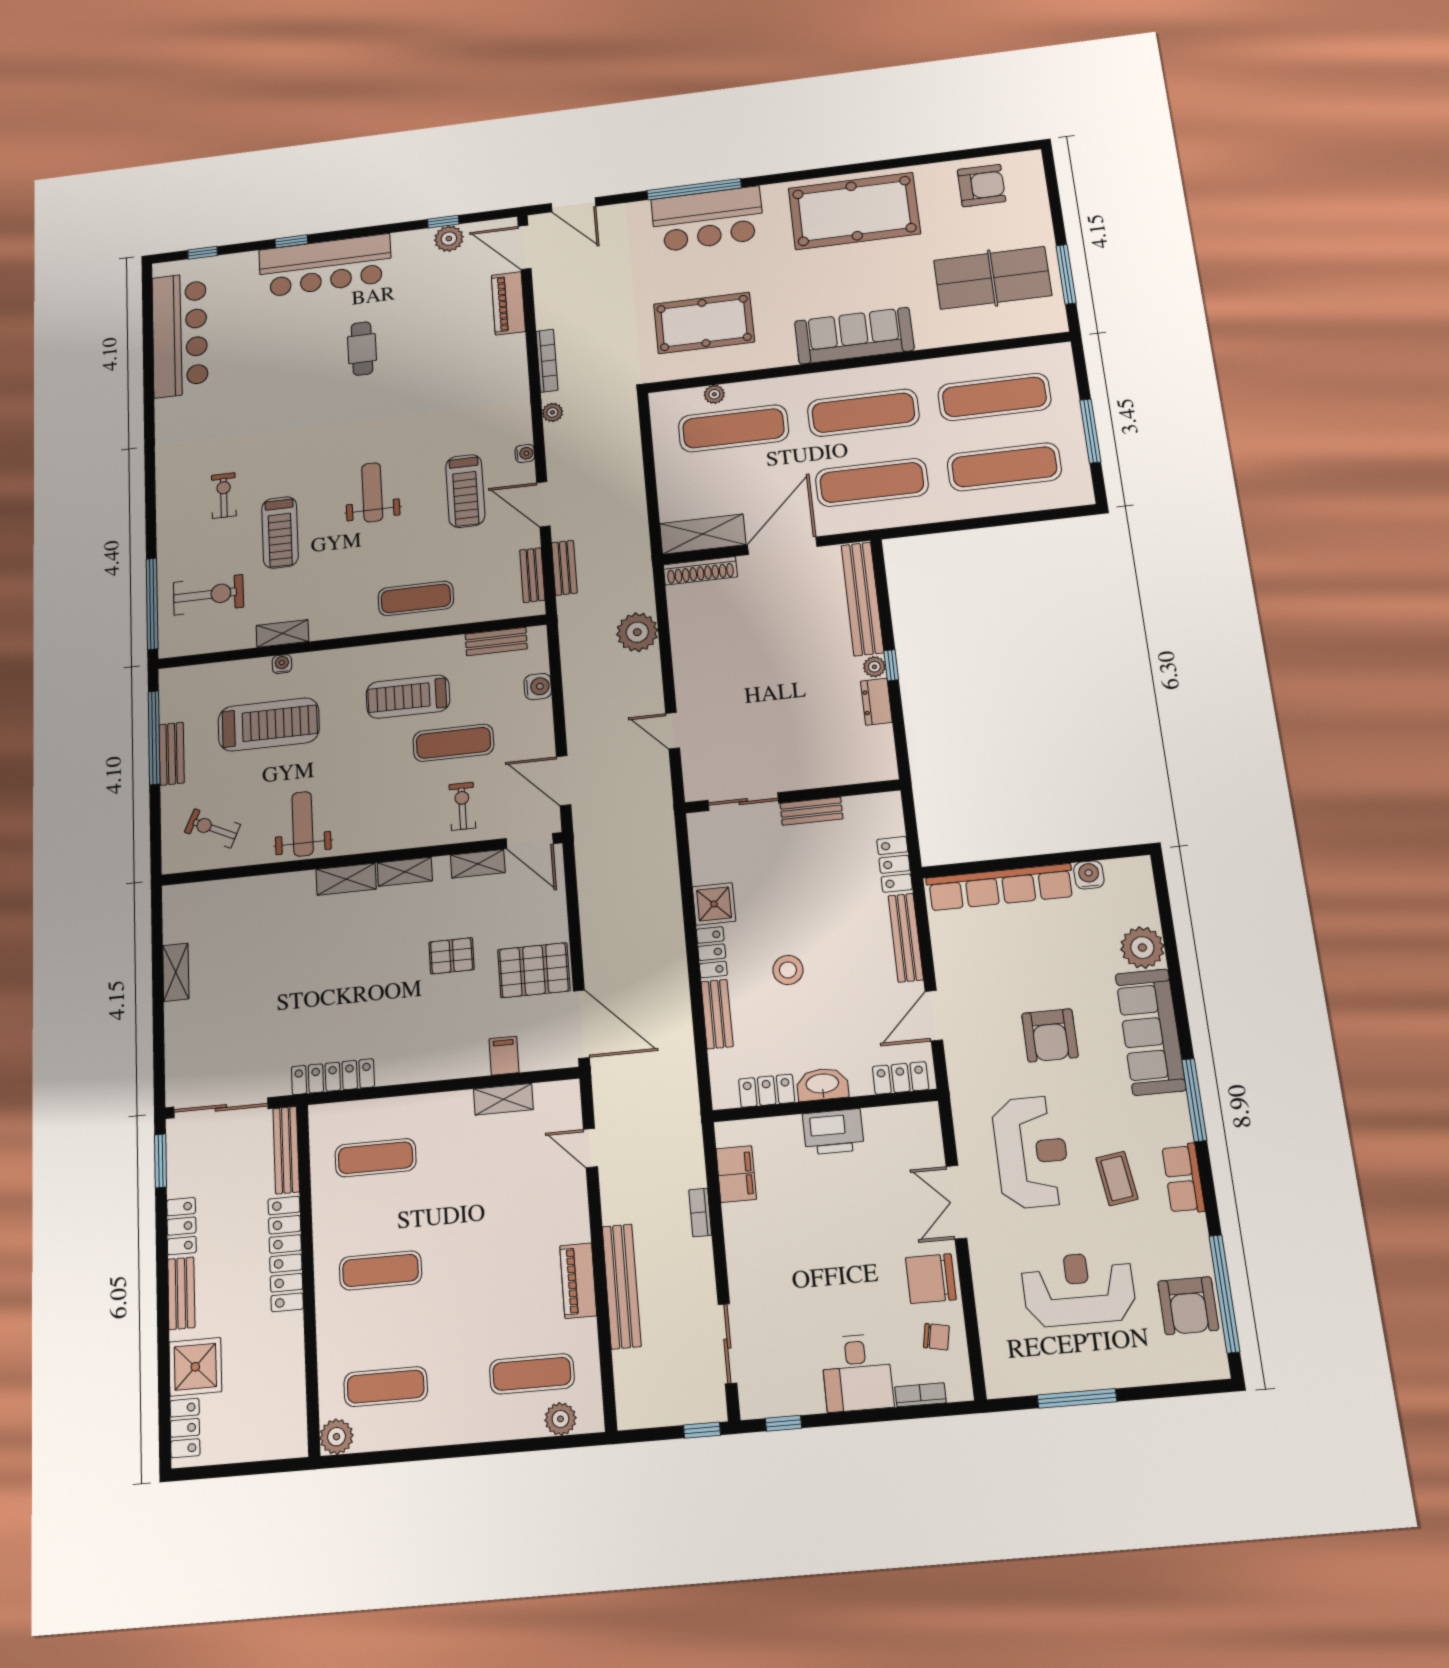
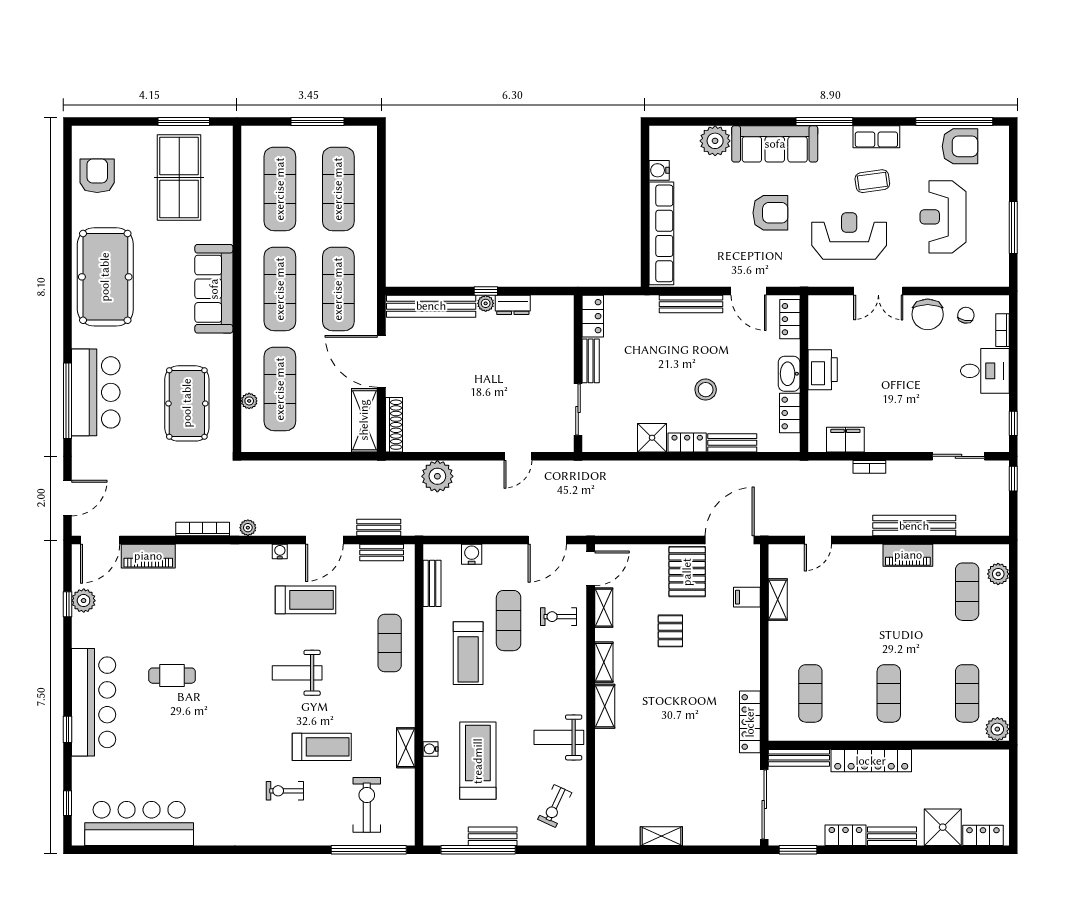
locker: (895, 864) -> (593, 316), moved, turned -90

